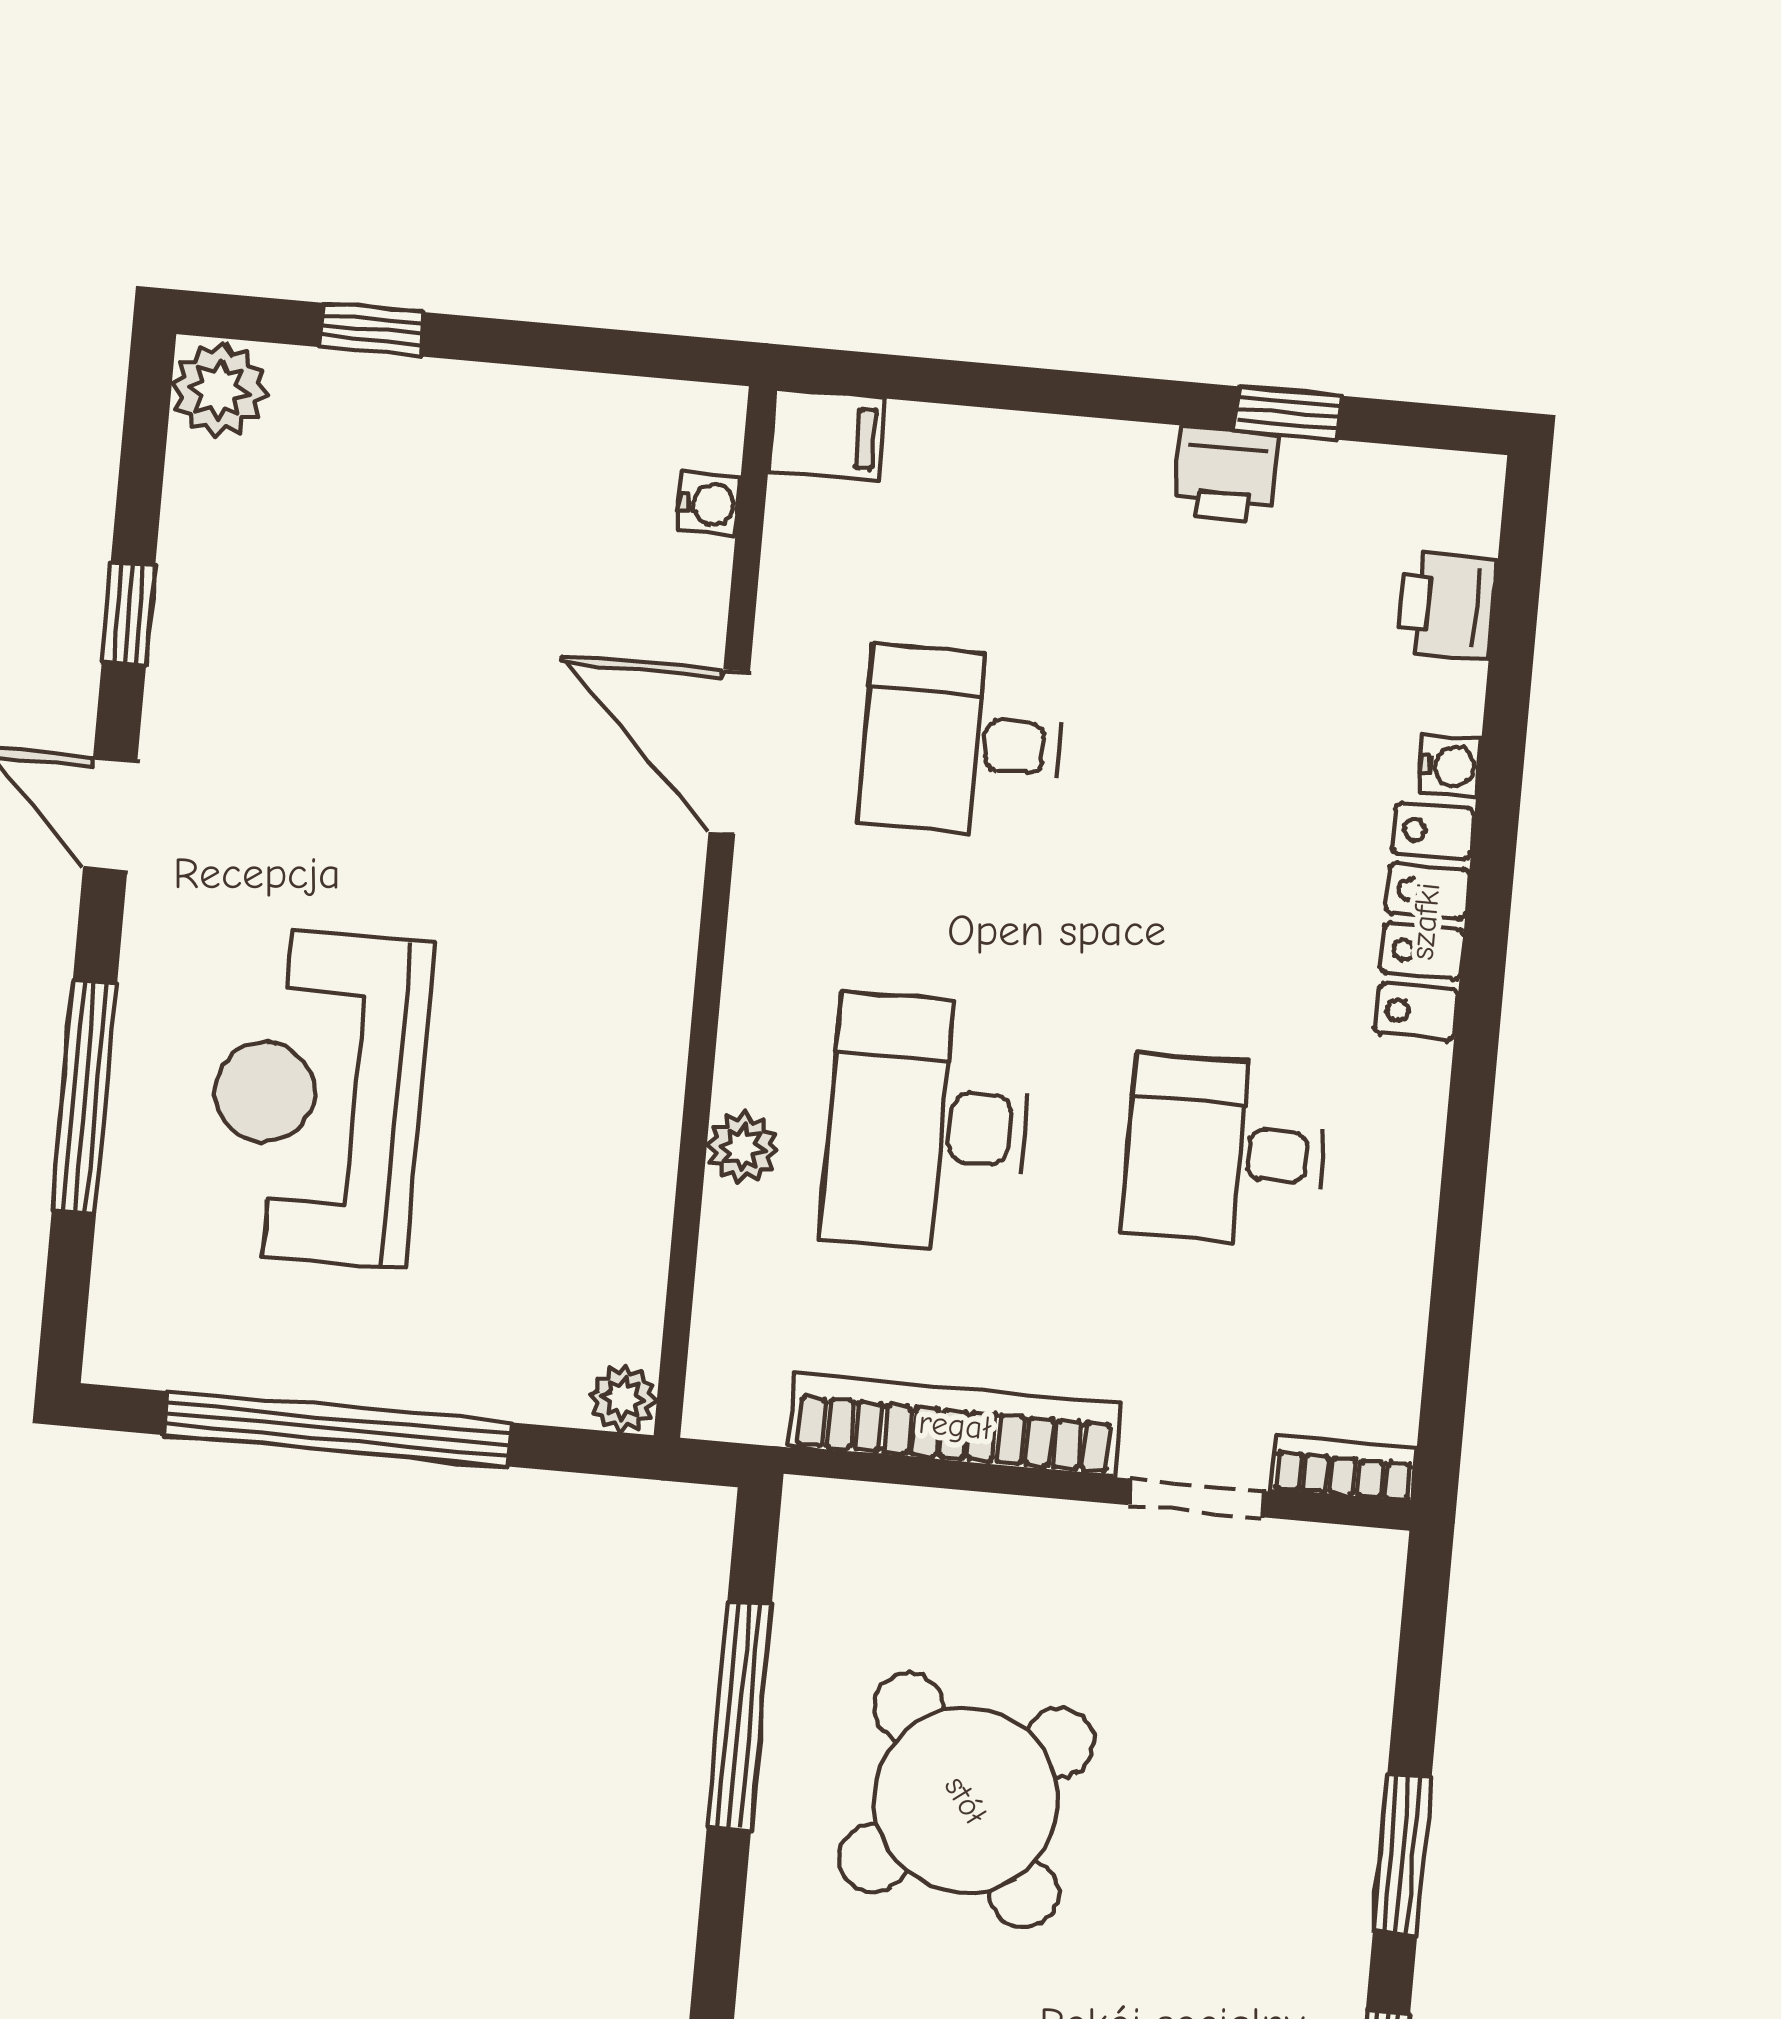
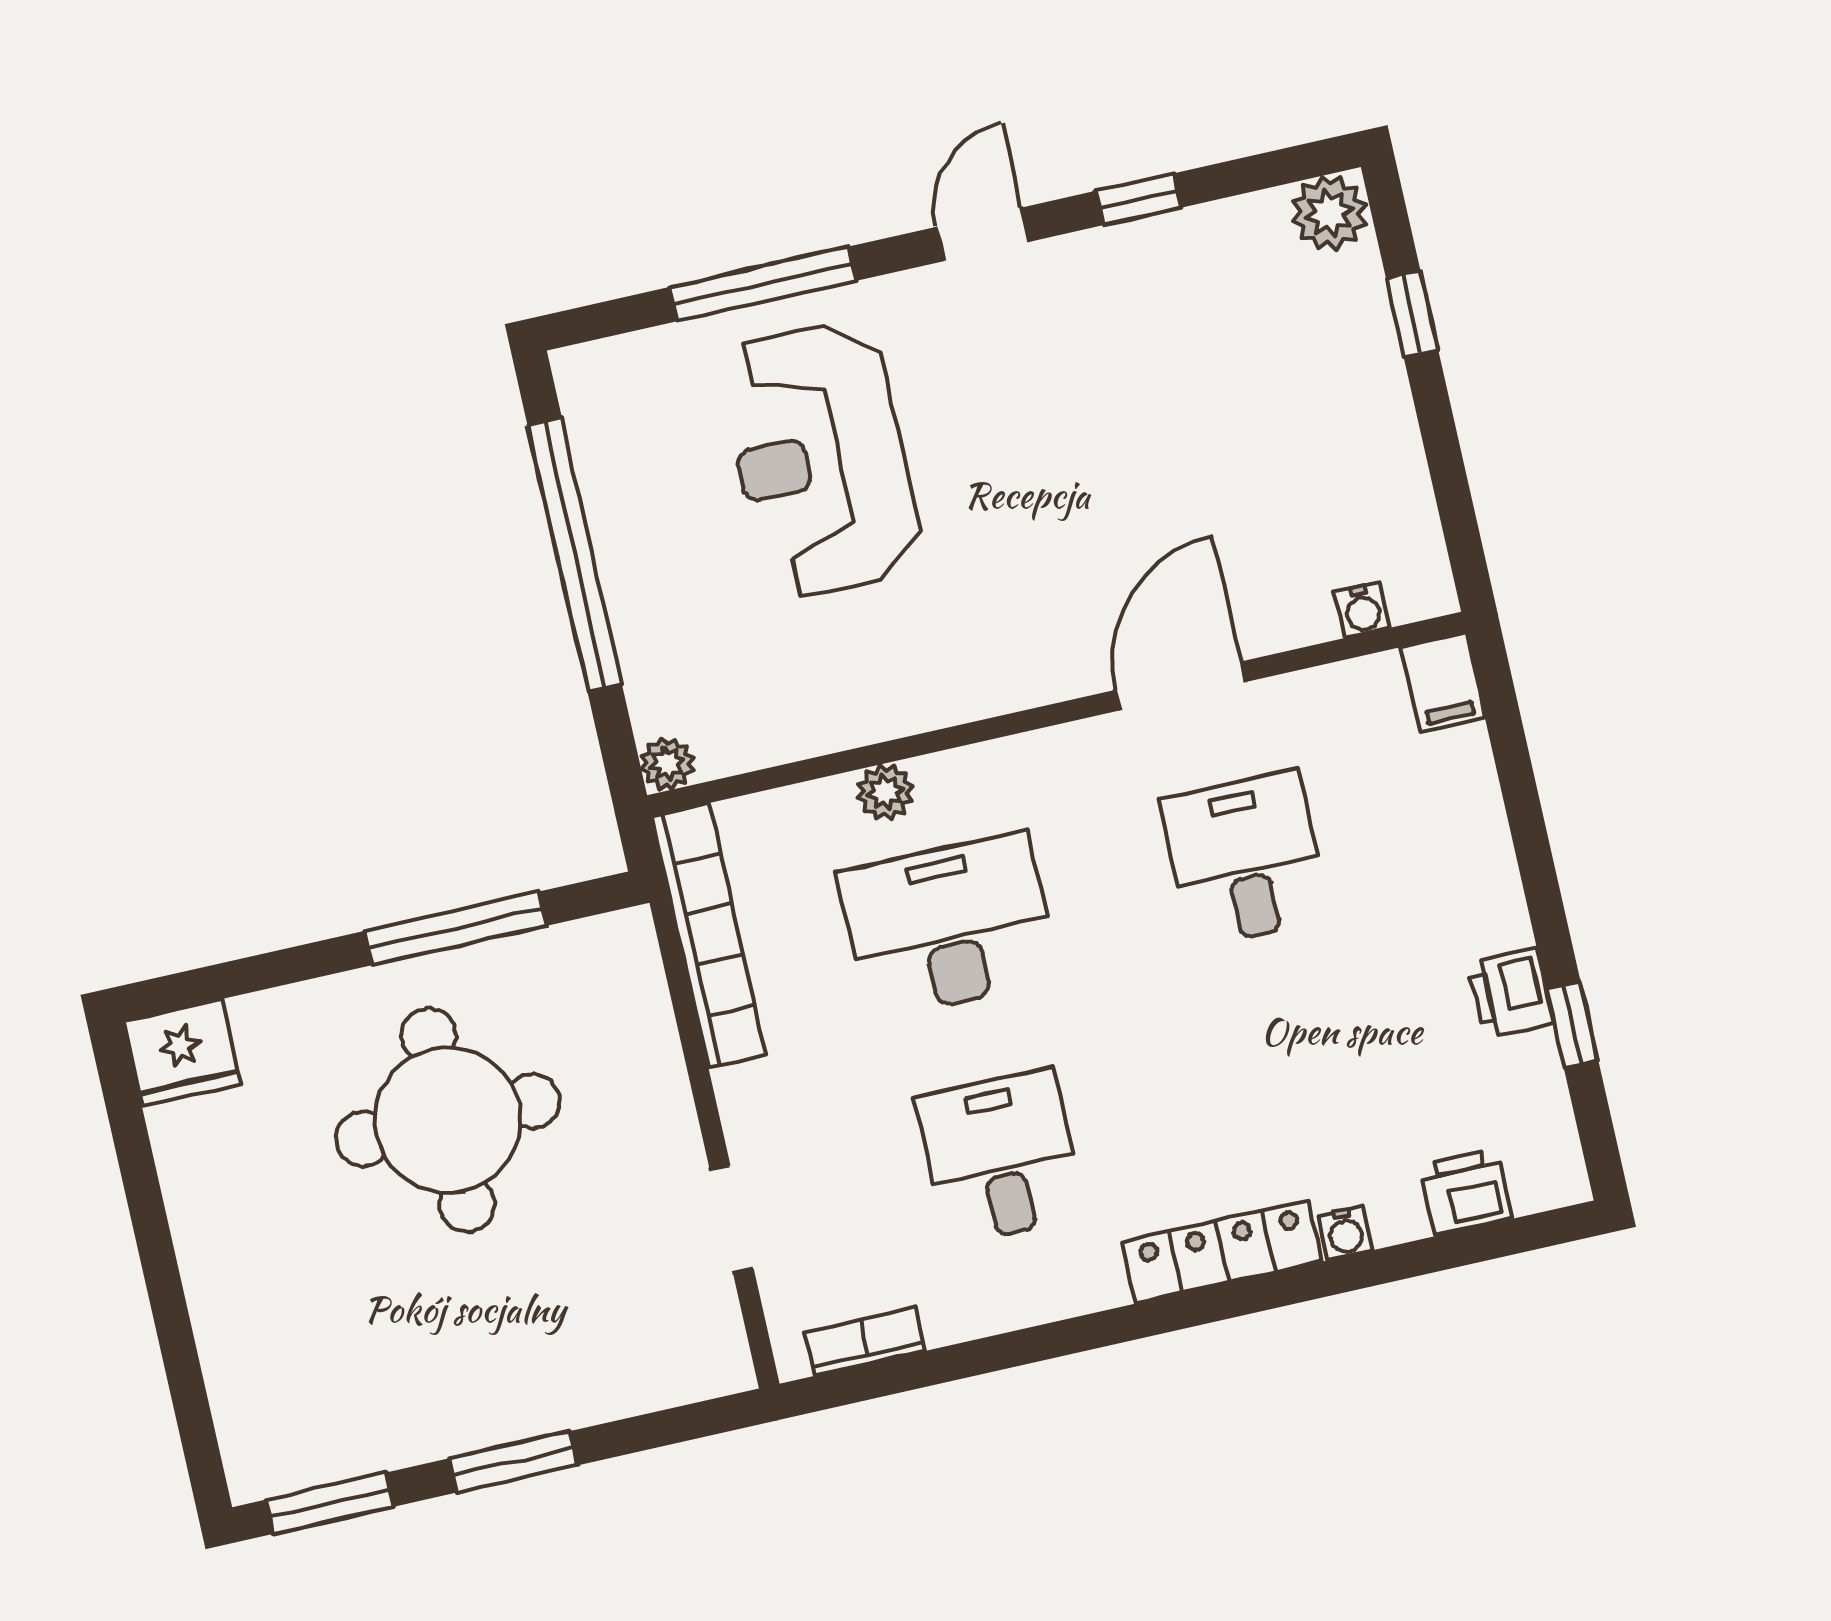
reception desk: (318, 1097) -> (820, 460), turned -90
bookcase: (955, 1425) -> (709, 936), moved
bookcase: (1344, 1470) -> (865, 1341), moved, turned -90
round table: (966, 1800) -> (448, 1120), turned 37

